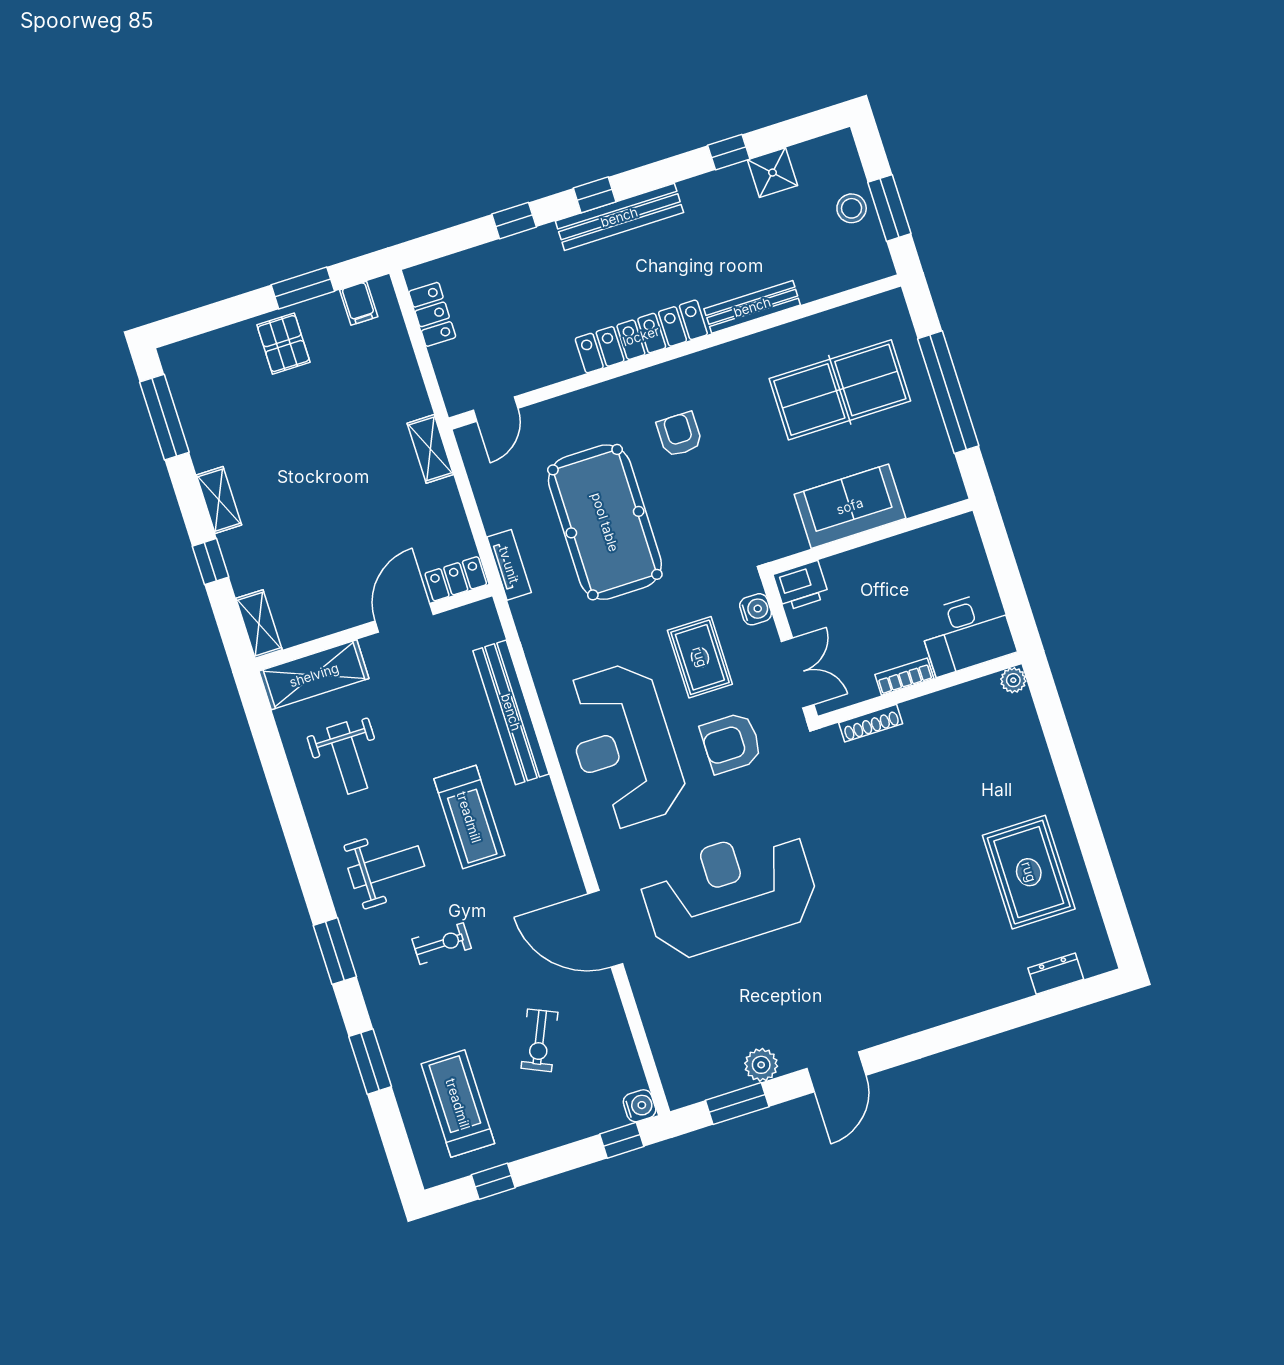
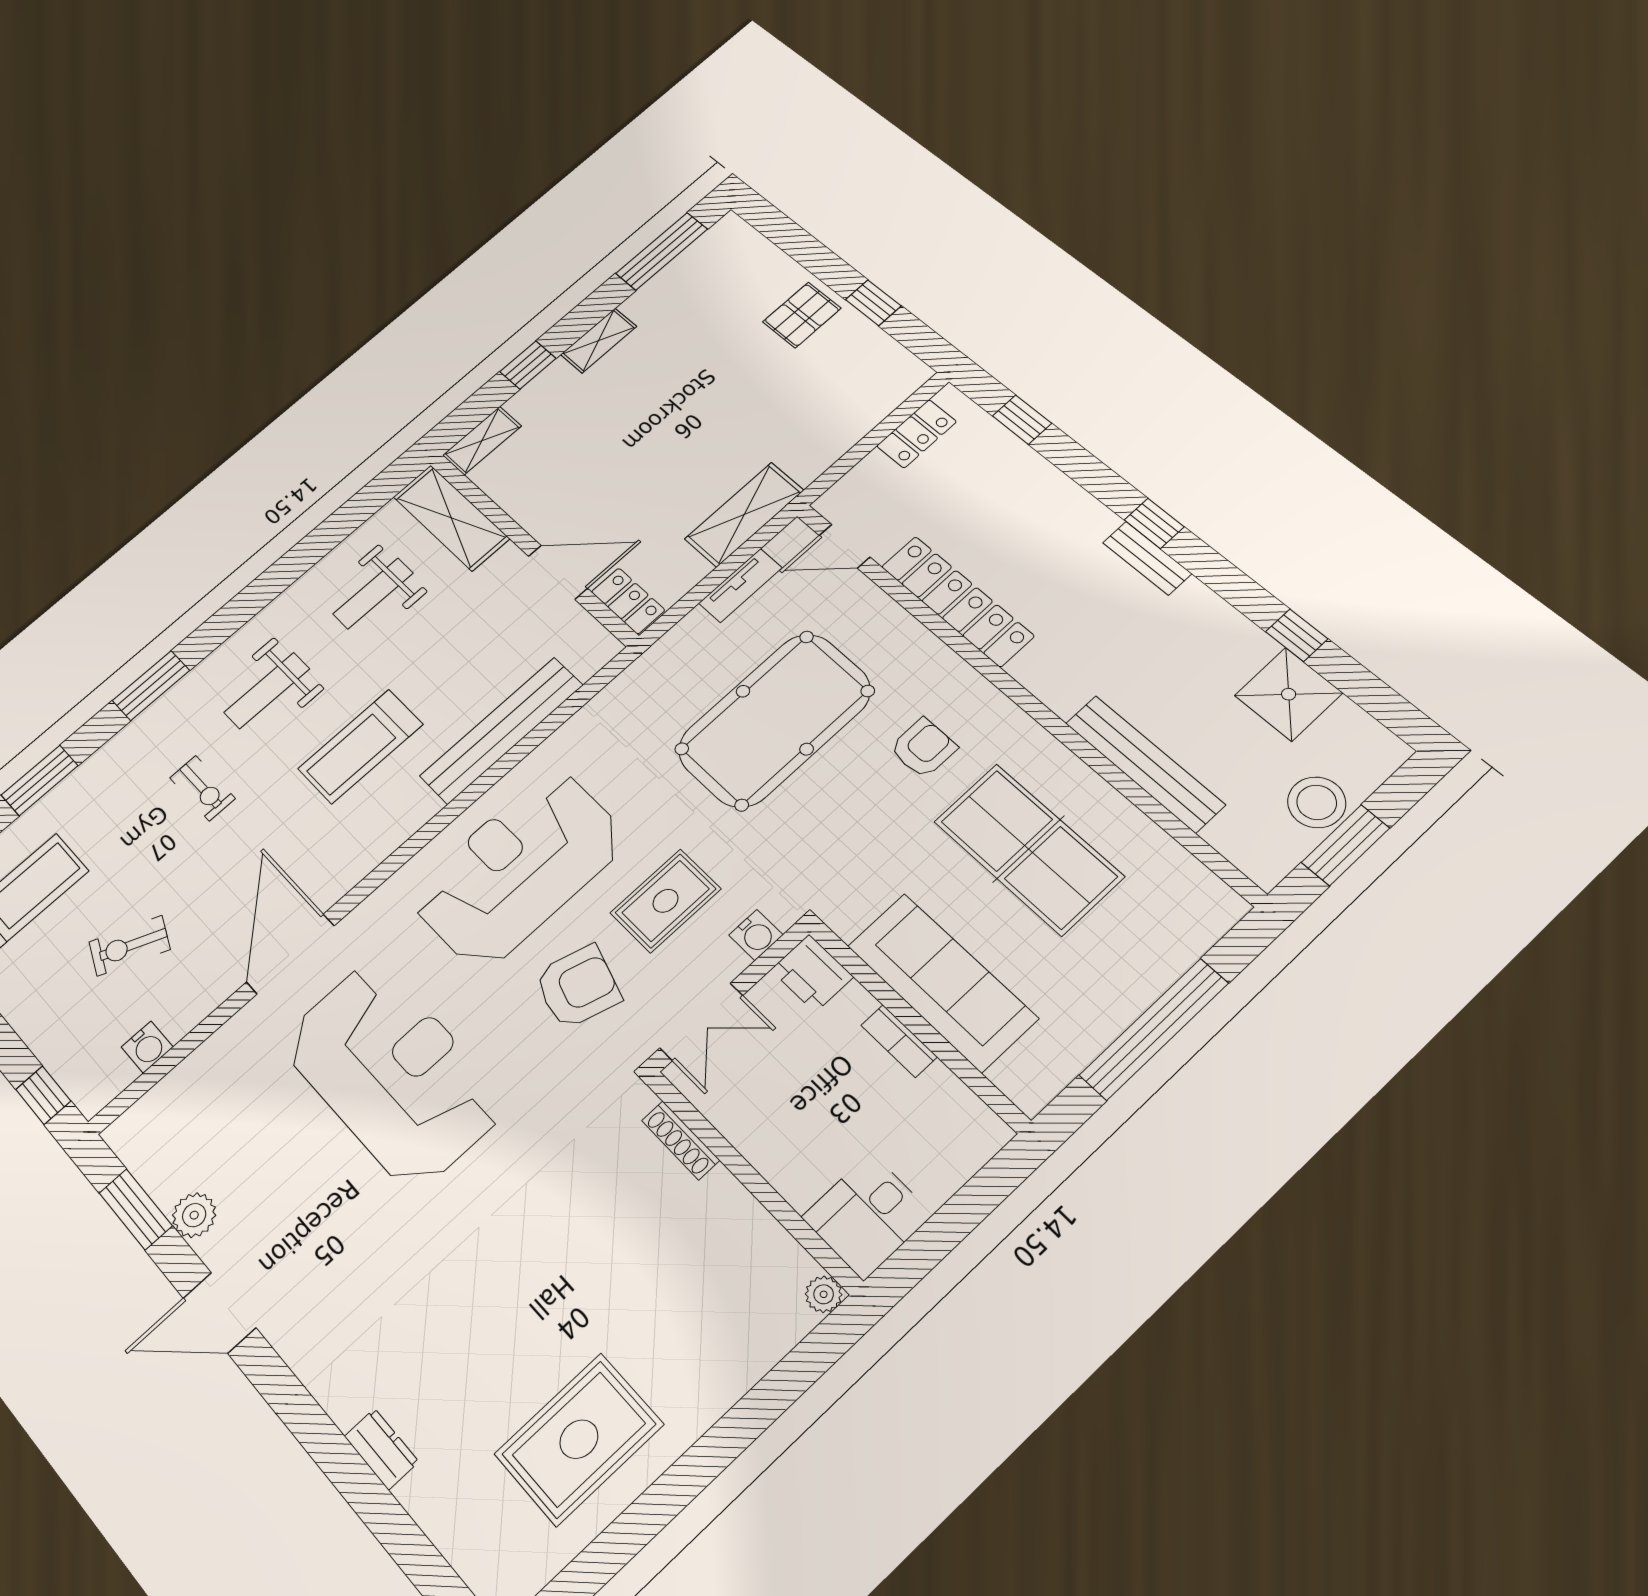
shower: (772, 173) -> (1289, 694), width x1.36, depth x1.36
stool: (852, 208) -> (1317, 802), width x1.38, depth x1.38
bench: (619, 217) -> (1147, 558), width x0.54, depth x0.82
window: (514, 221) -> (1022, 420), moved
window: (303, 288) -> (873, 303), width x0.67
filing cabinet: (359, 303) -> (887, 361), removed
bench: (752, 307) -> (1145, 764), width x1.37, depth x1.21
locker: (641, 336) -> (957, 601), moved
table tennis table: (840, 390) -> (1029, 849), moved
shelving: (430, 449) -> (744, 515), width x1.50, depth x1.33
sofa: (850, 506) -> (942, 982), width x1.36
tv unit: (509, 565) -> (740, 585), moved
desk: (967, 633) -> (867, 1216), width x0.73
bookcase: (904, 677) -> (899, 1041), moved, turned 180
armchair: (731, 743) -> (578, 987), turned 107
weight bench: (386, 867) -> (267, 691), turned 90
dresser: (1056, 974) -> (381, 1449), moved
water cooler: (640, 1106) -> (147, 1047), moved

